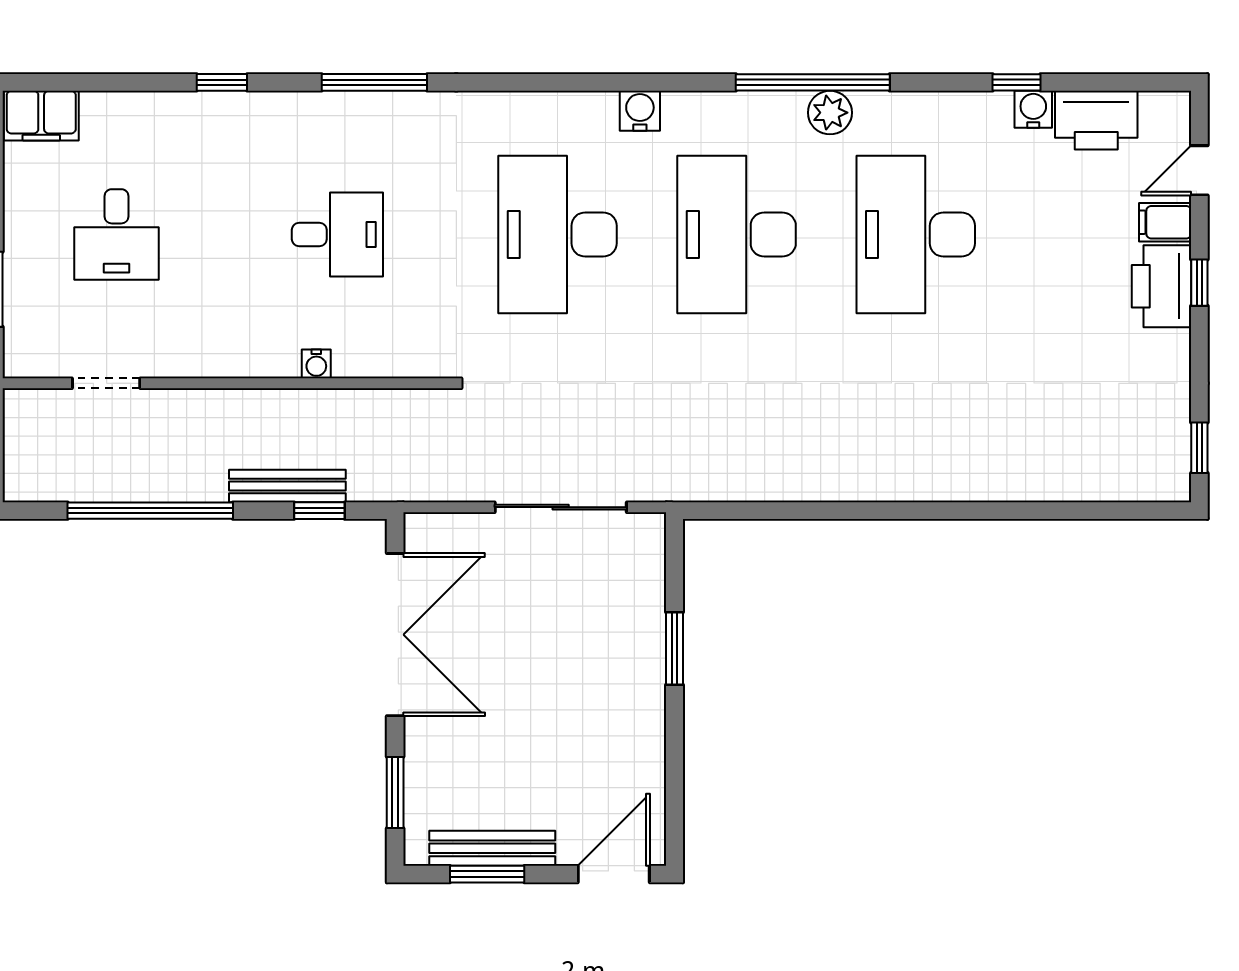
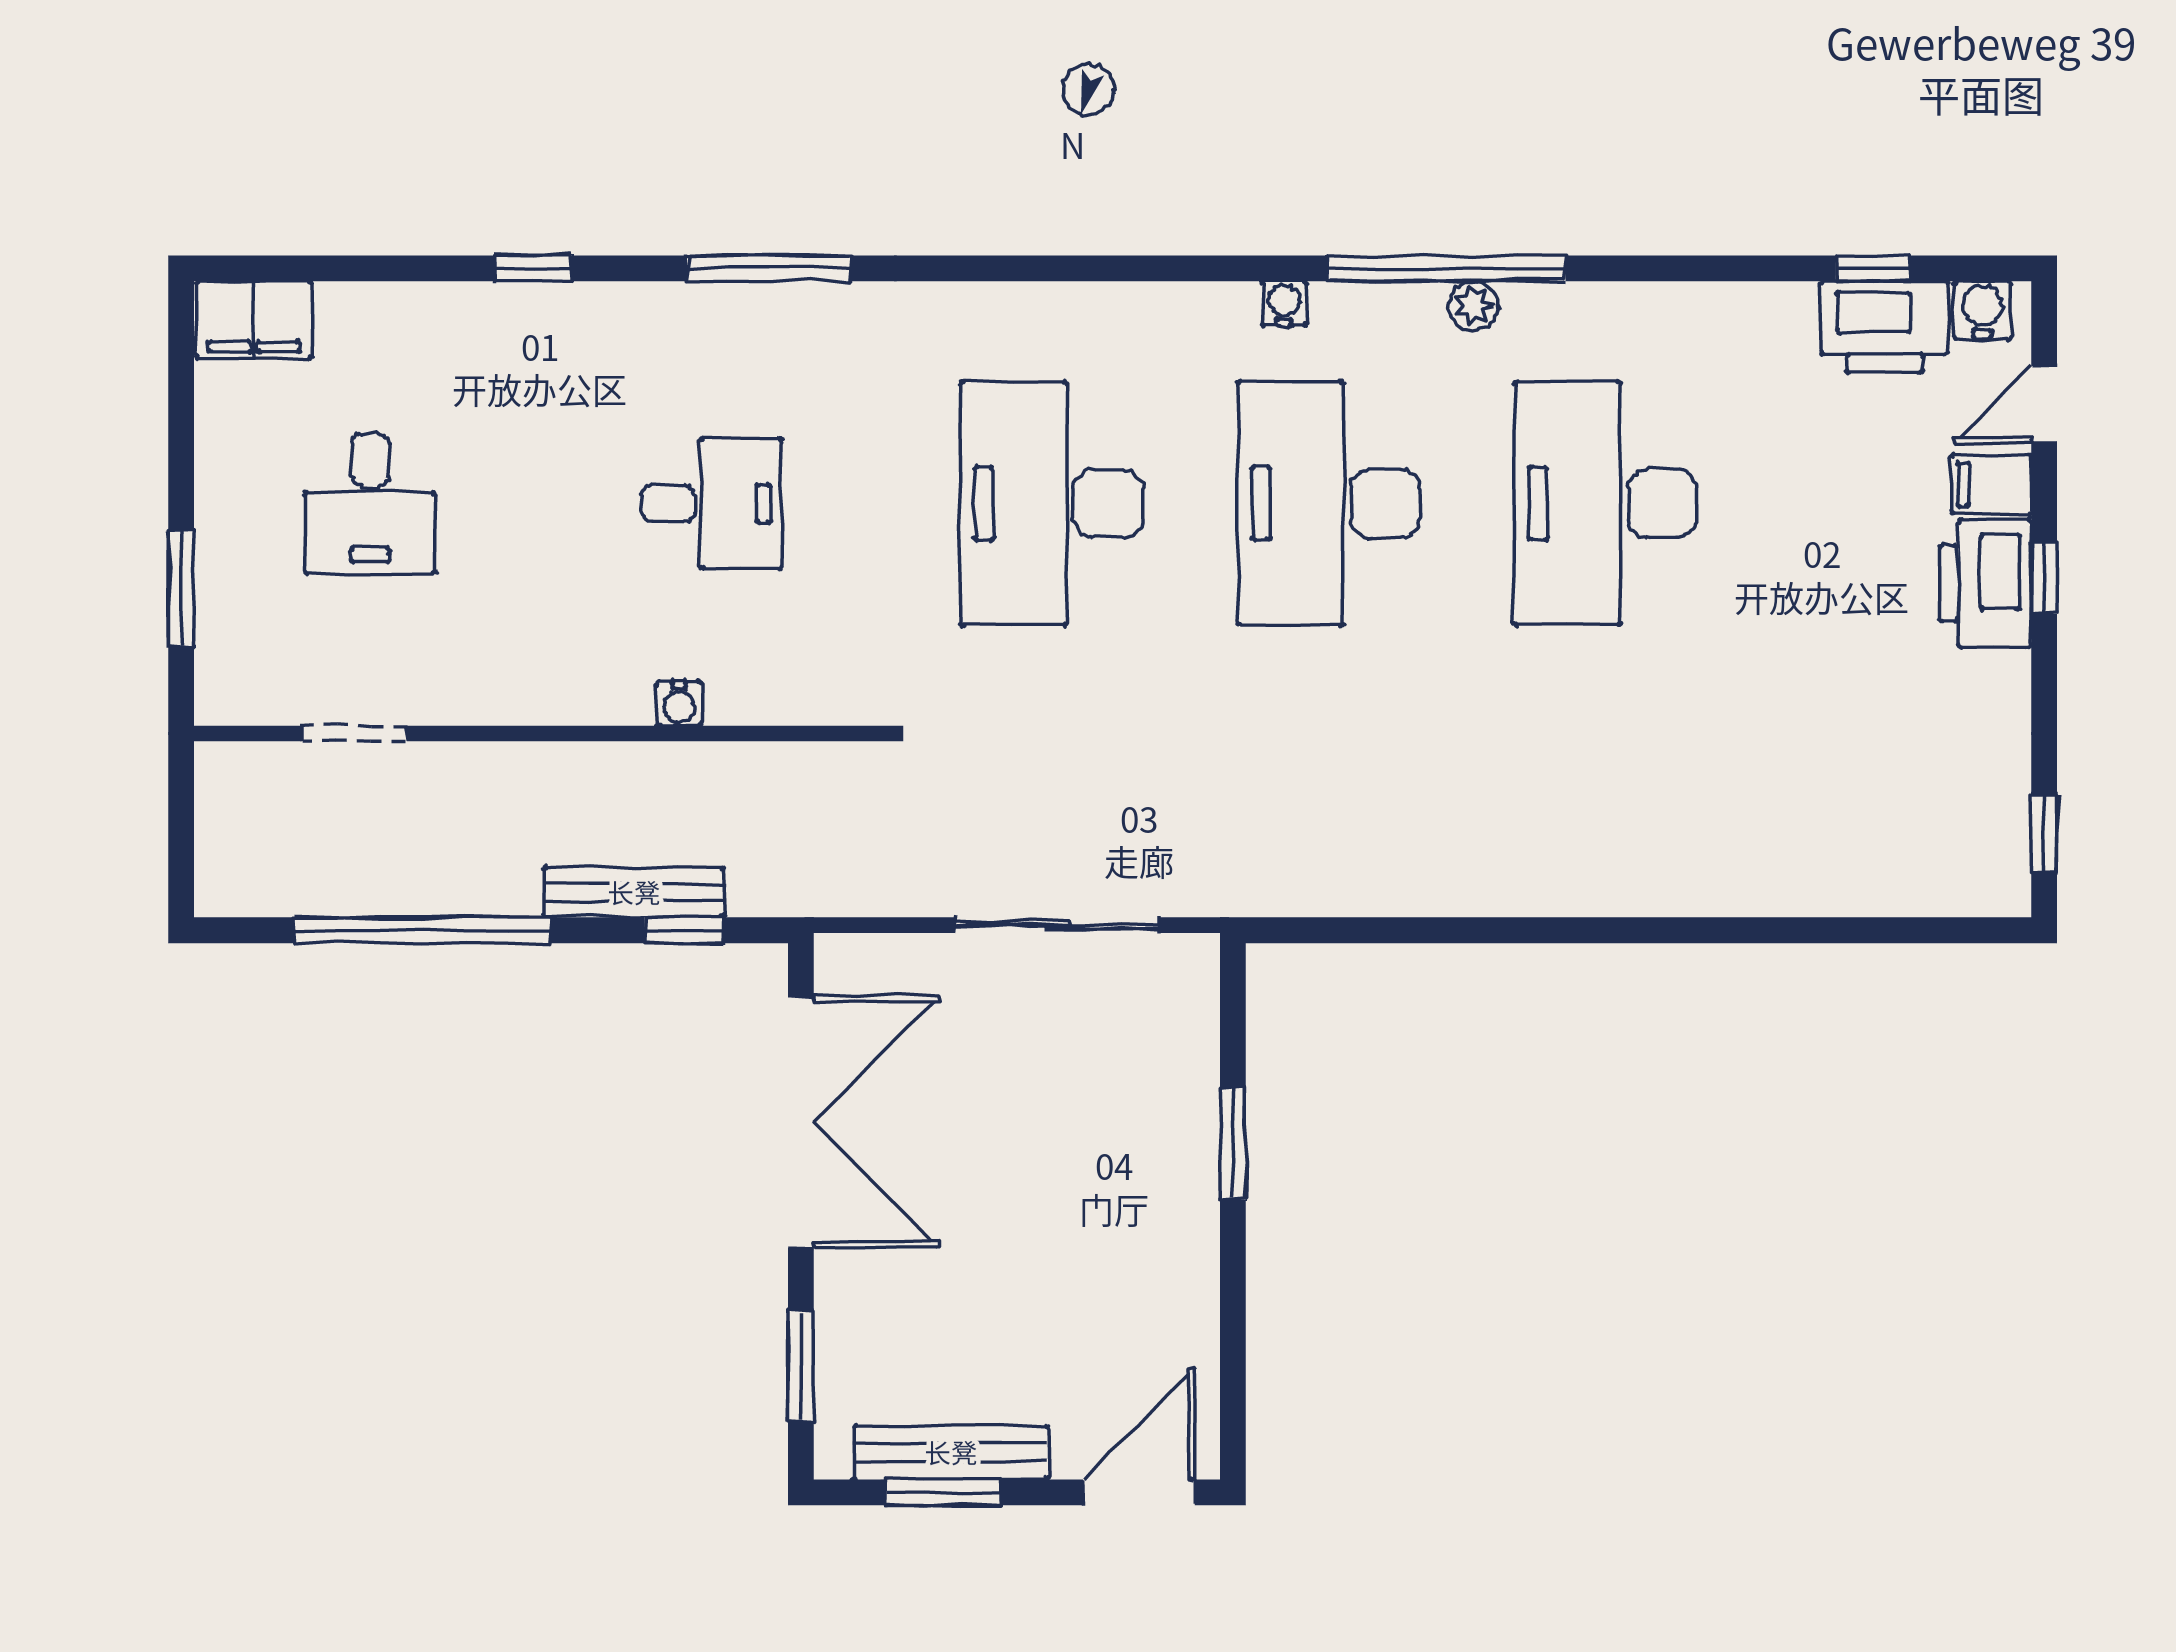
window: (1016, 82) -> (1873, 268), moved
water cooler: (1033, 109) -> (1982, 310), moved
water cooler: (640, 111) -> (1284, 304), moved, width x0.72, depth x0.72
plant: (830, 113) -> (1473, 306), width x0.73, depth x0.73

